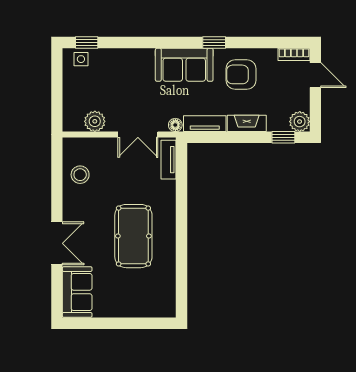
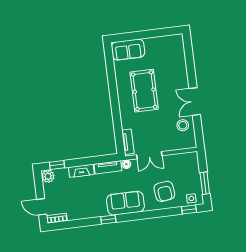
armchair: (241, 74) -> (164, 191), moved, turned 83
window: (57, 80) -> (205, 183), added
plant: (95, 121) -> (178, 160), removed
double door: (138, 135) -> (149, 155), swing flipped
double door: (57, 243) -> (195, 102), moved
sofa: (77, 292) -> (128, 50), moved, turned -90

